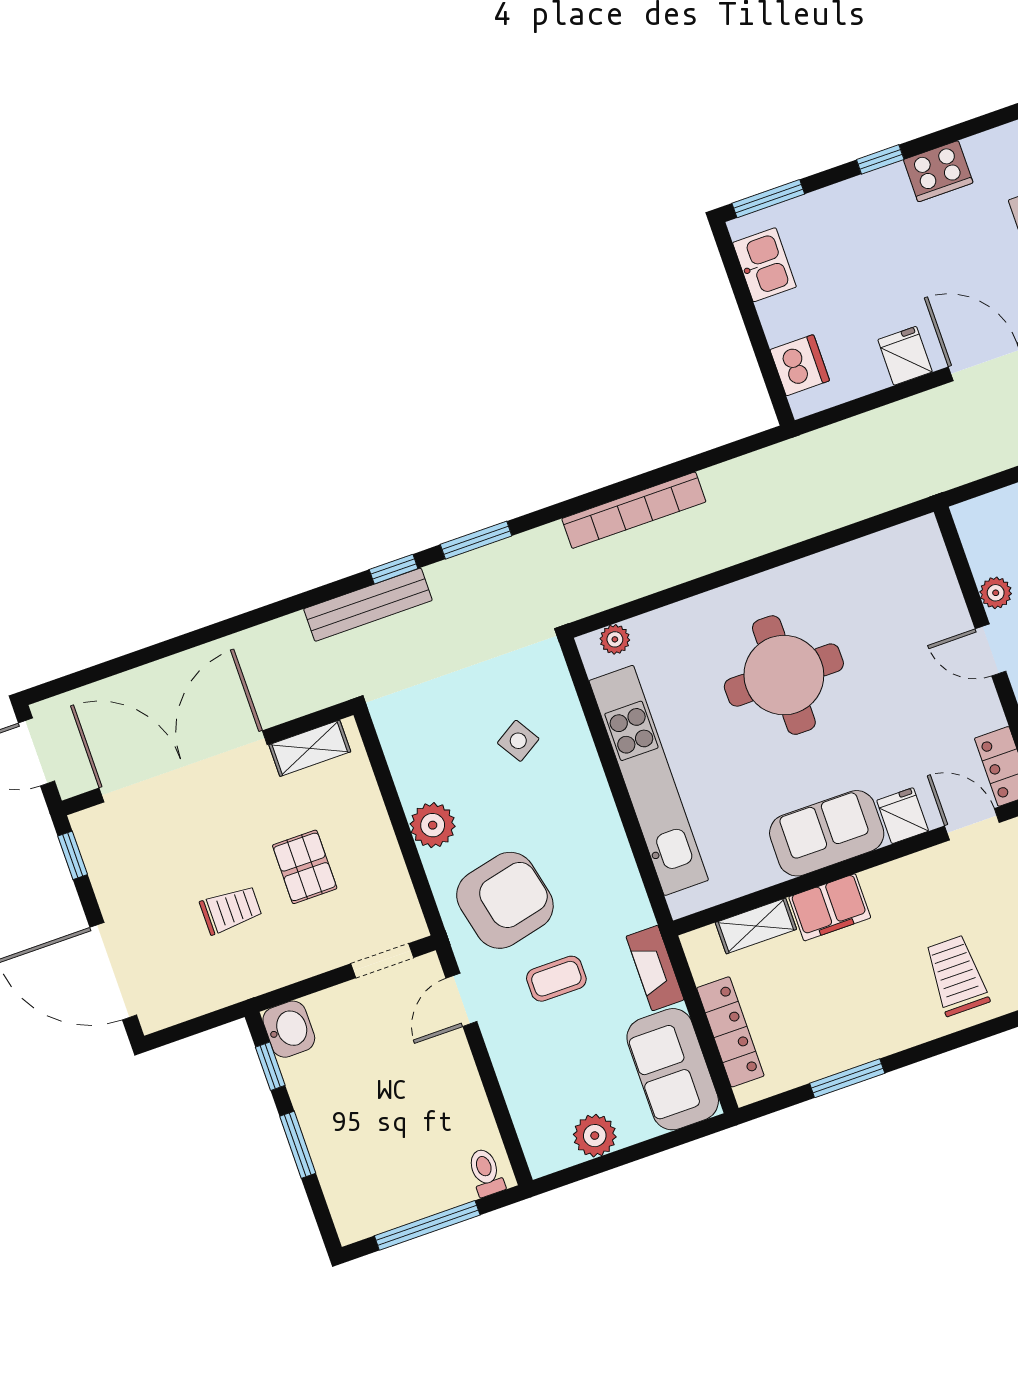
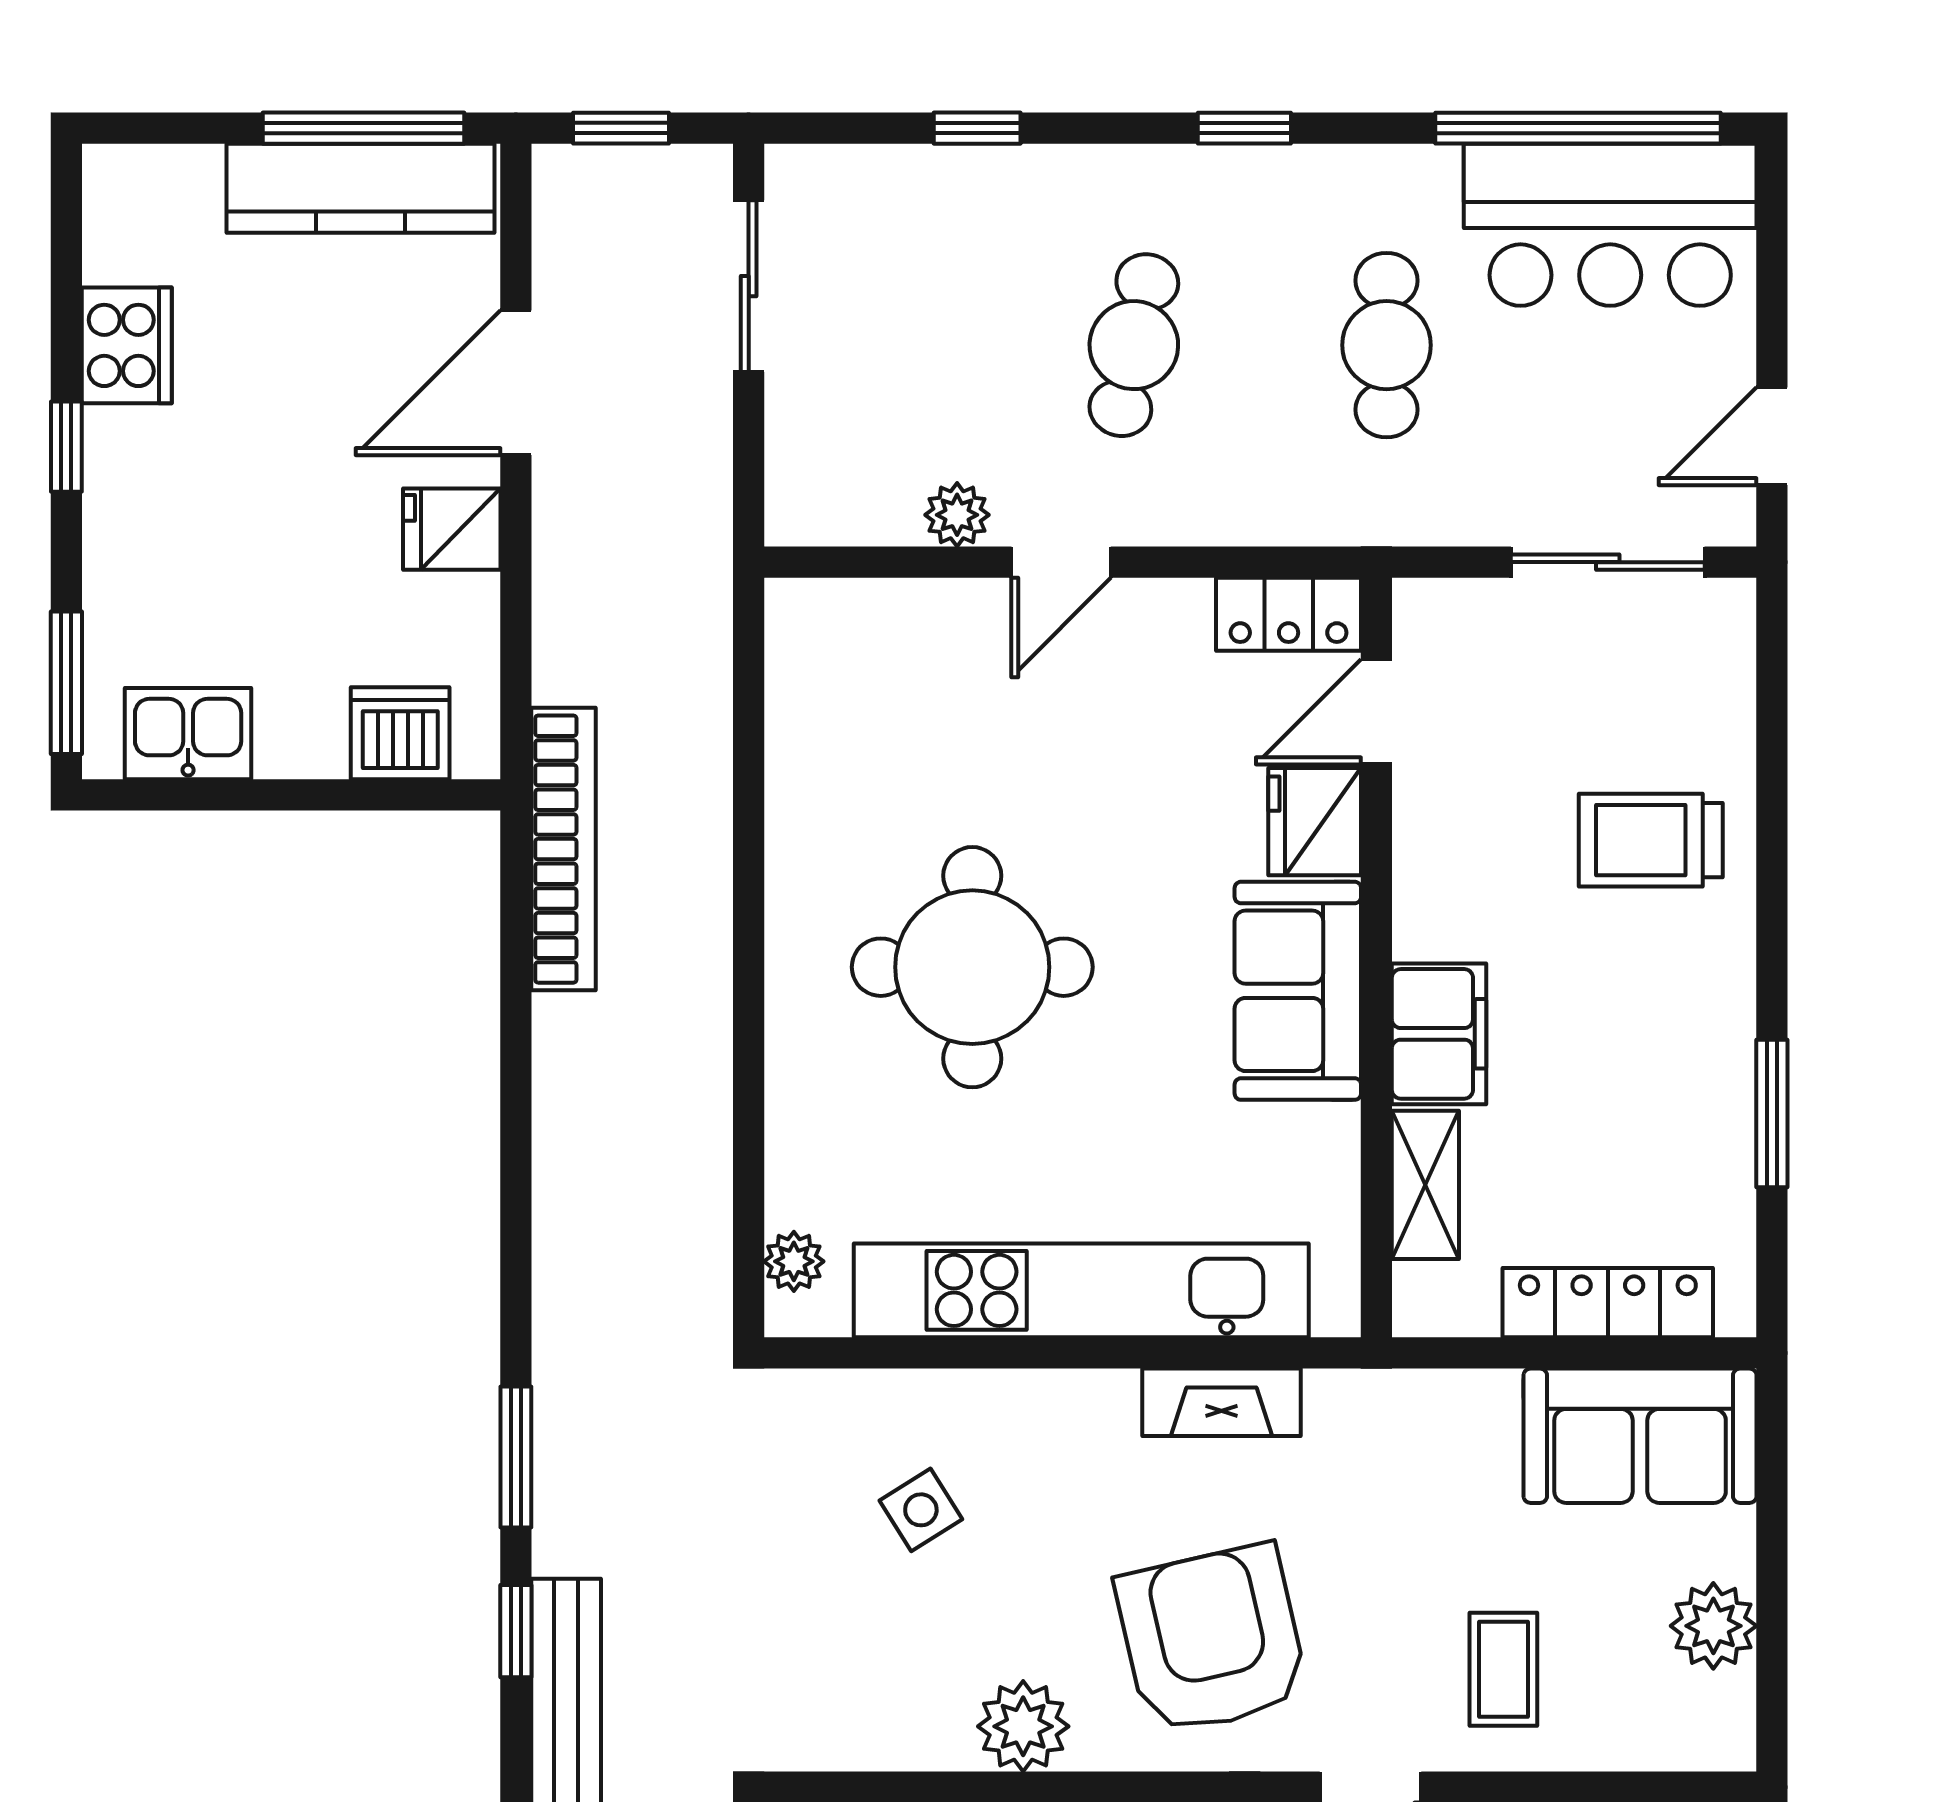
bookcase: (634, 510) -> (564, 849), moved
fridge: (903, 816) -> (1315, 822), width x1.38
fireplace: (655, 968) -> (1222, 1402), moved
coffee table: (556, 979) -> (1503, 1669), moved

